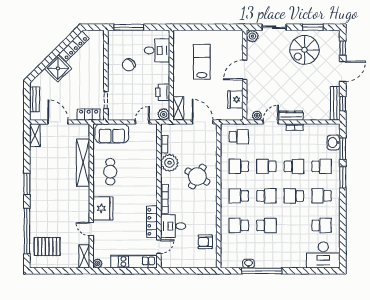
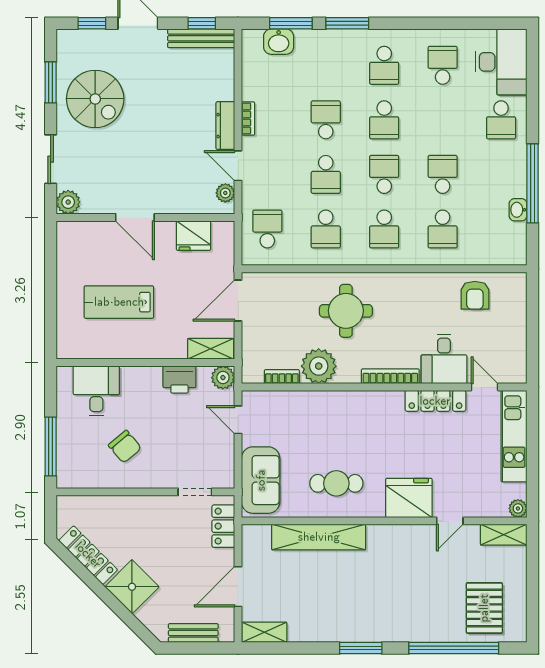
school desk: (322, 166) -> (501, 120), moved, turned 180
round table: (197, 177) -> (346, 311), turned -30

